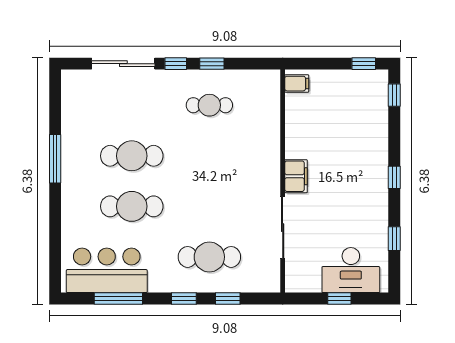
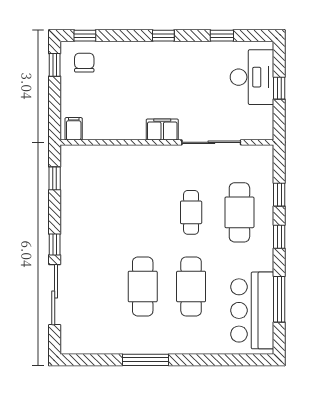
window: (212, 64) -> (55, 178), moved
chair: (366, 95) -> (84, 63), added
cafe table: (209, 105) -> (191, 212), moved

